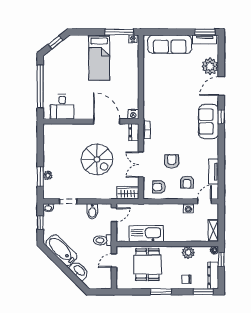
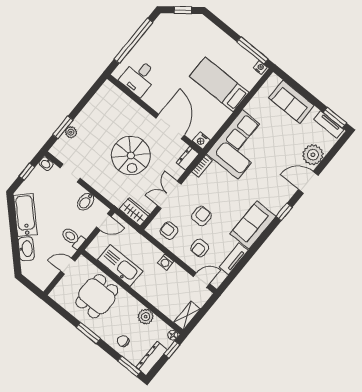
sofa: (170, 44) -> (291, 102), width x0.73
bed: (99, 58) -> (219, 84), moved, turned 90
corner sofa: (160, 97) -> (240, 144), added
sofa: (209, 122) -> (253, 225), moved
washing machine: (188, 208) -> (166, 262), moved

